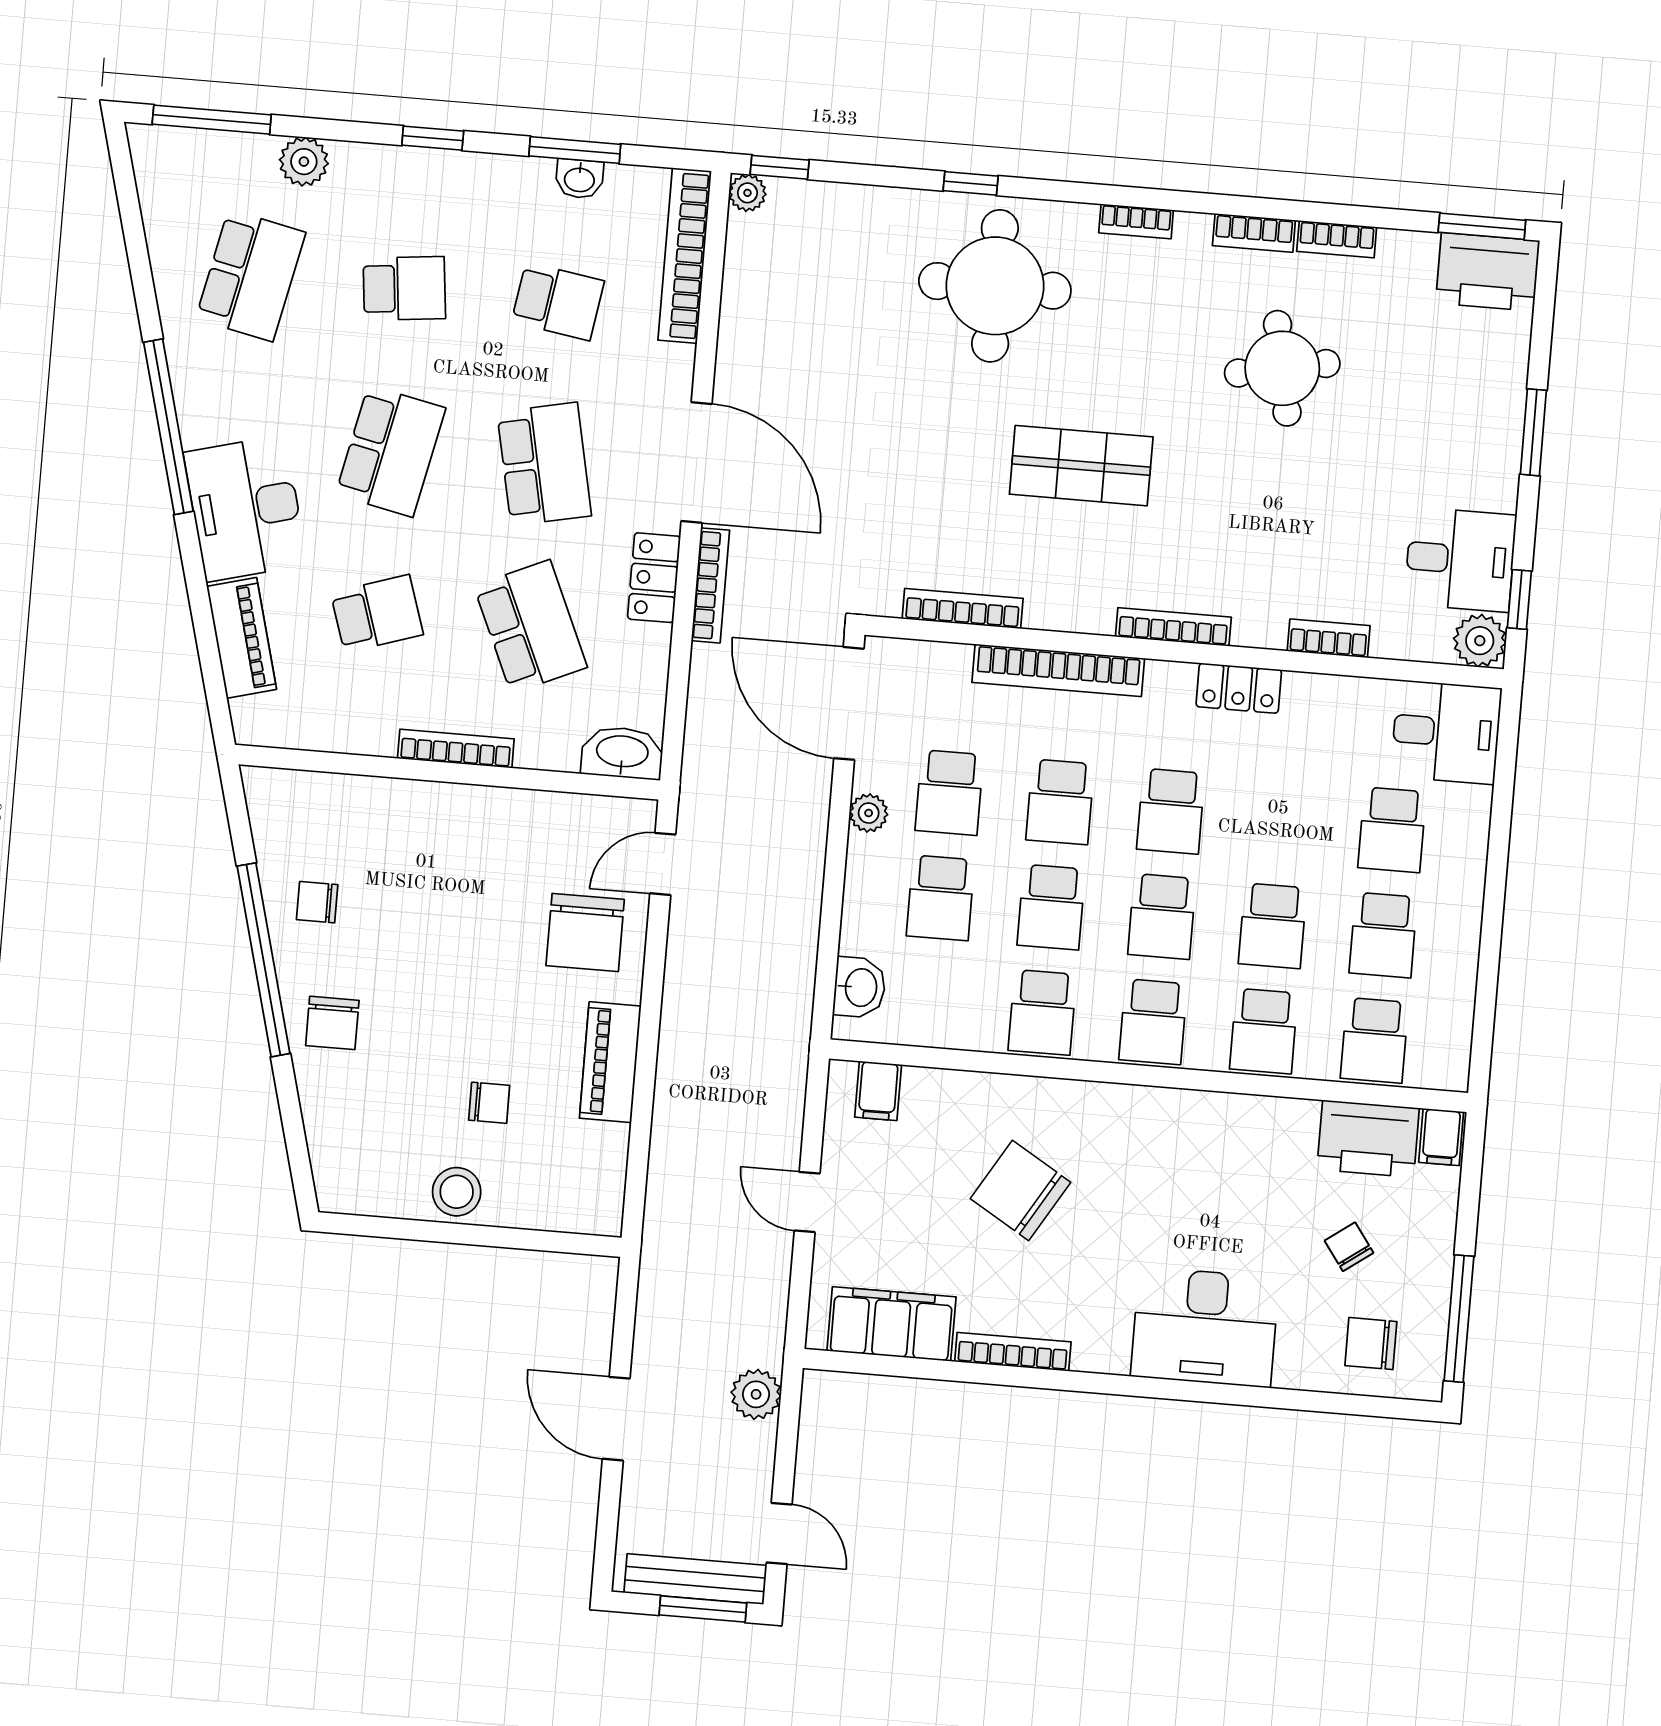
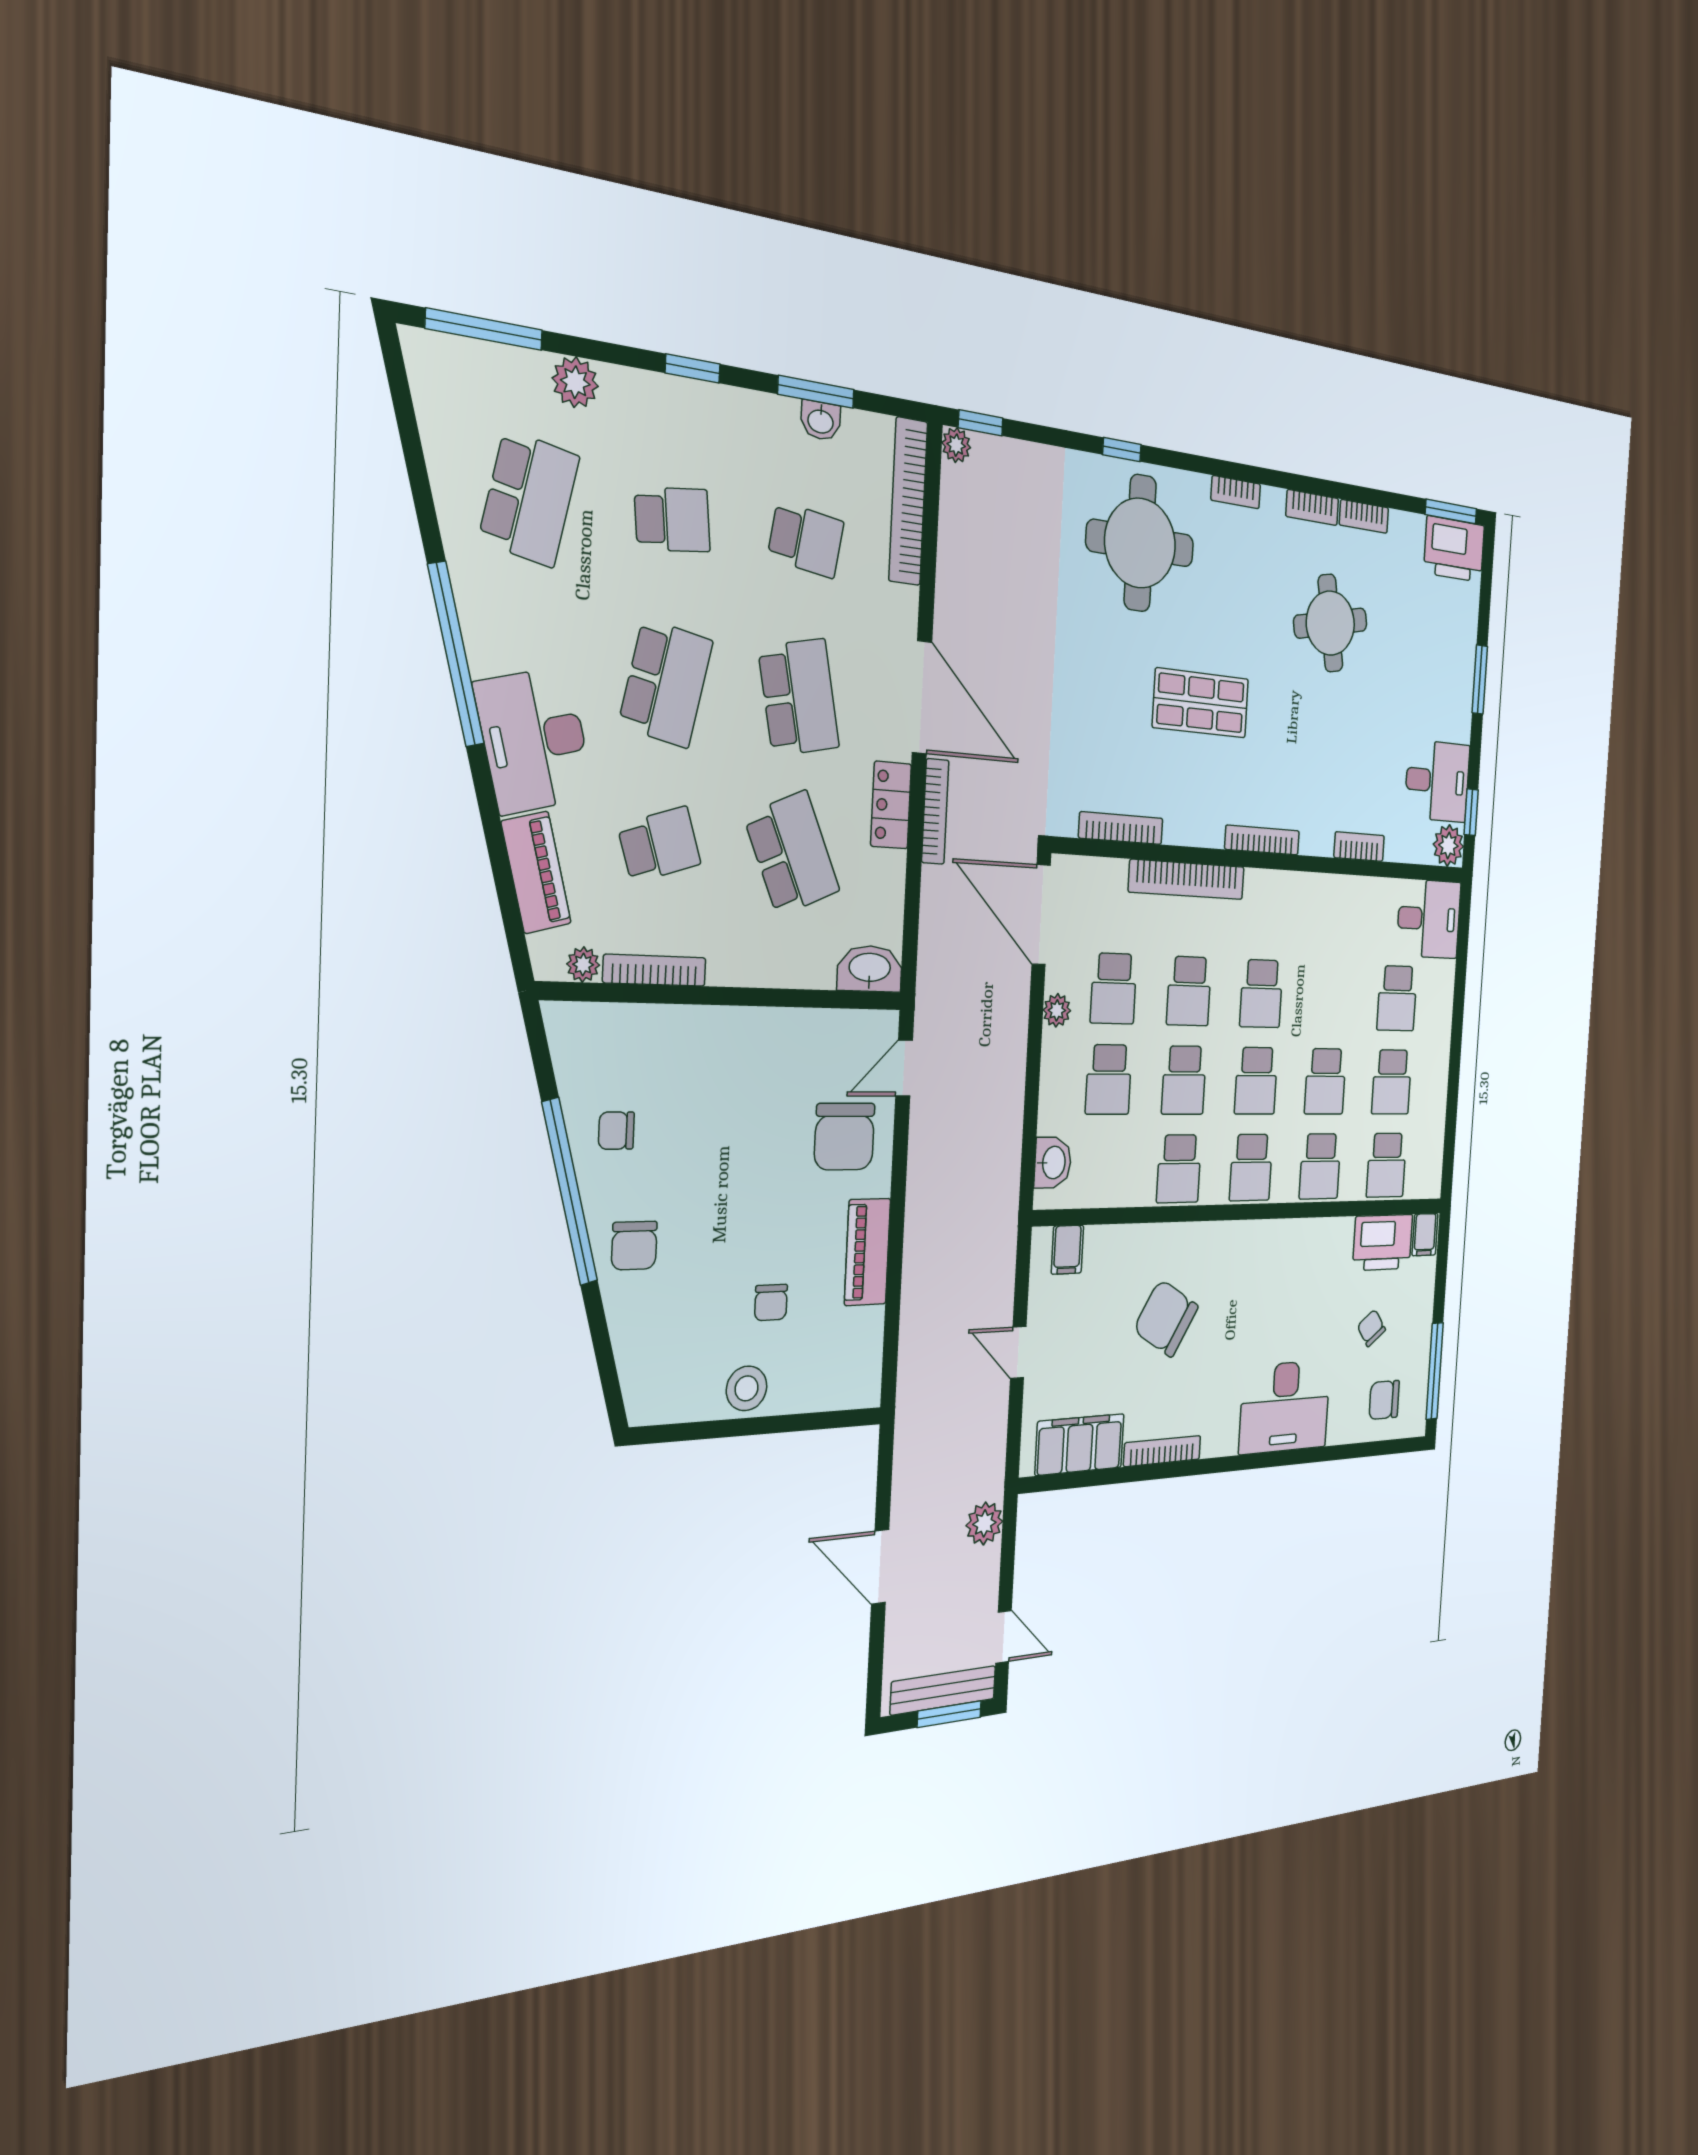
locker: (1239, 688) -> (1304, 889), removed
plant: (288, 731) -> (583, 965), added
bookcase: (456, 749) -> (655, 970), moved
chair: (489, 1103) -> (771, 1302), turned 90

